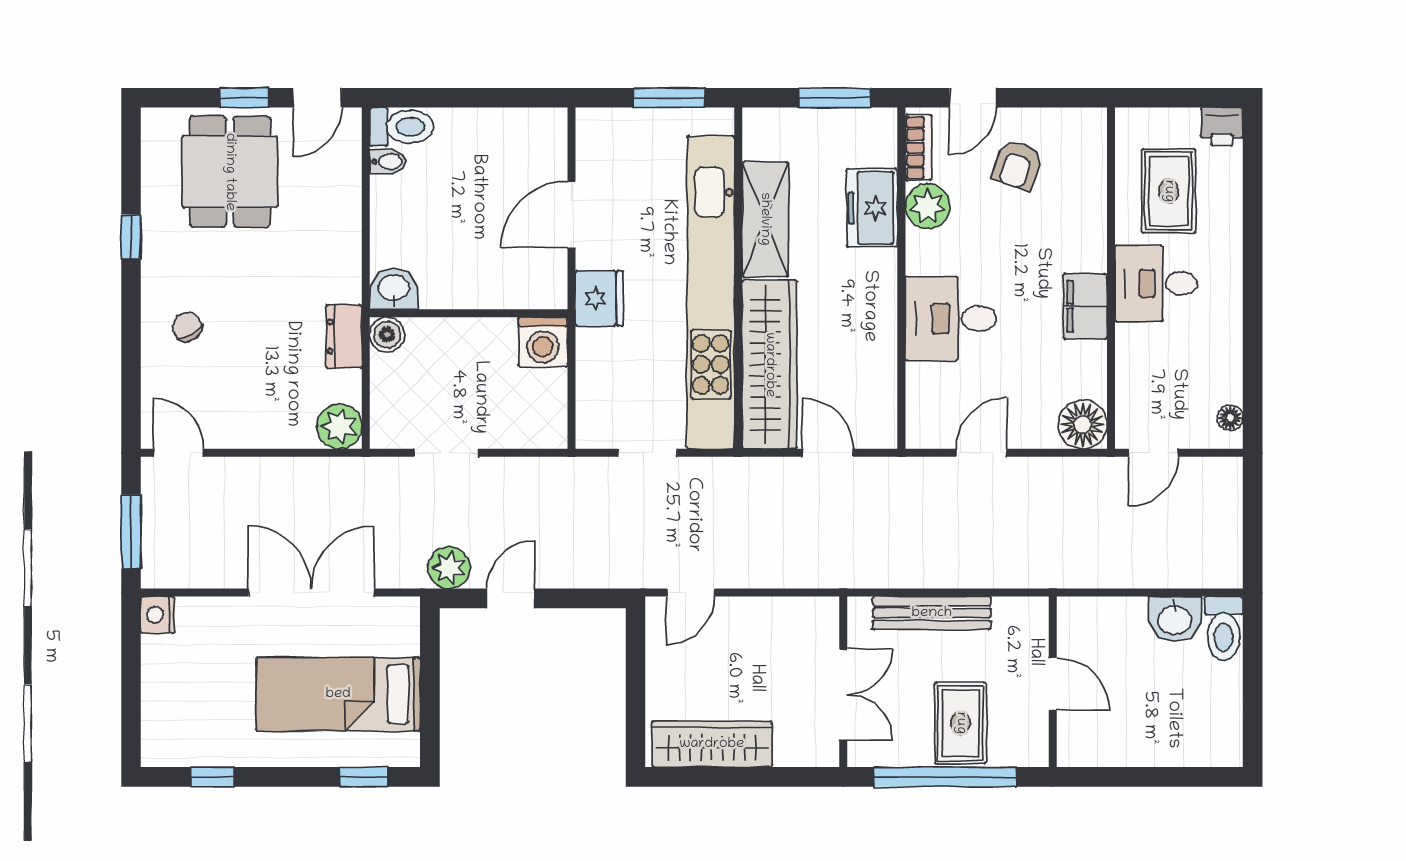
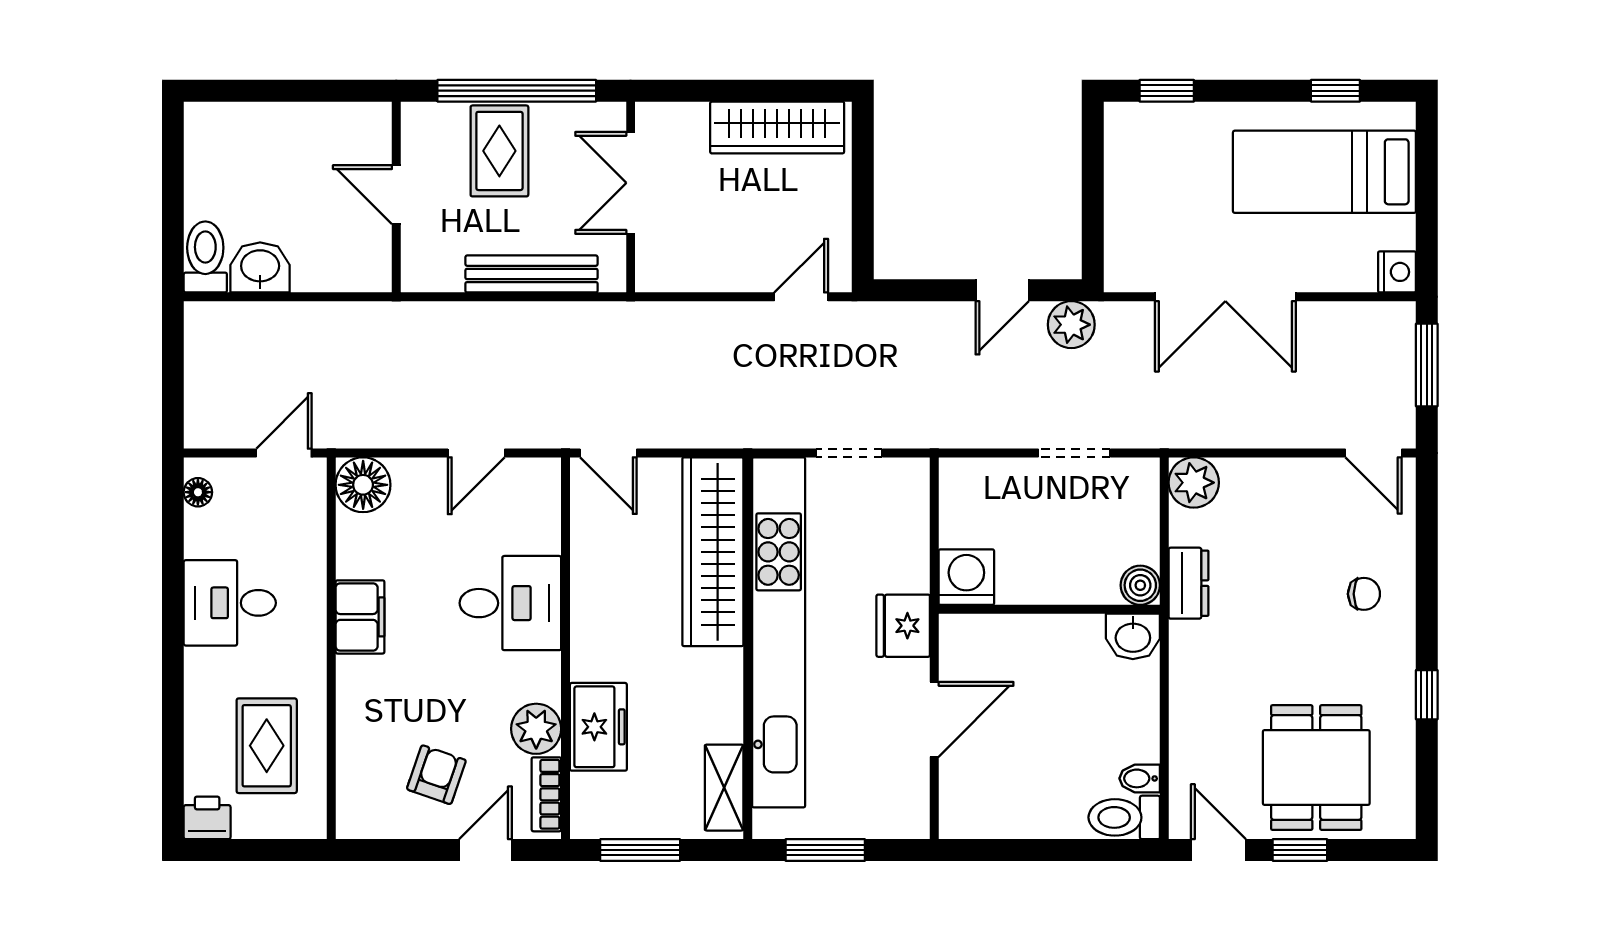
door: (317, 98) -> (1218, 850), hinge flipped
shelving: (765, 219) -> (724, 788), moved, width x0.67, depth x0.75
desk: (1156, 283) -> (230, 603), moved, turned 180
chair: (187, 327) -> (1364, 594), turned -57
door: (828, 453) -> (608, 453), moved
bed: (338, 694) -> (1324, 172), moved, turned 180

